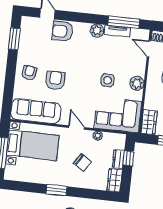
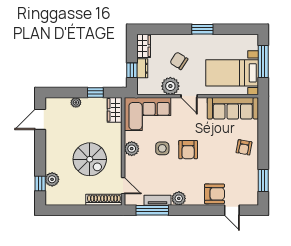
armchair: (55, 80) -> (188, 150), moved
plant: (98, 136) -> (170, 86), width x1.87, depth x1.87

